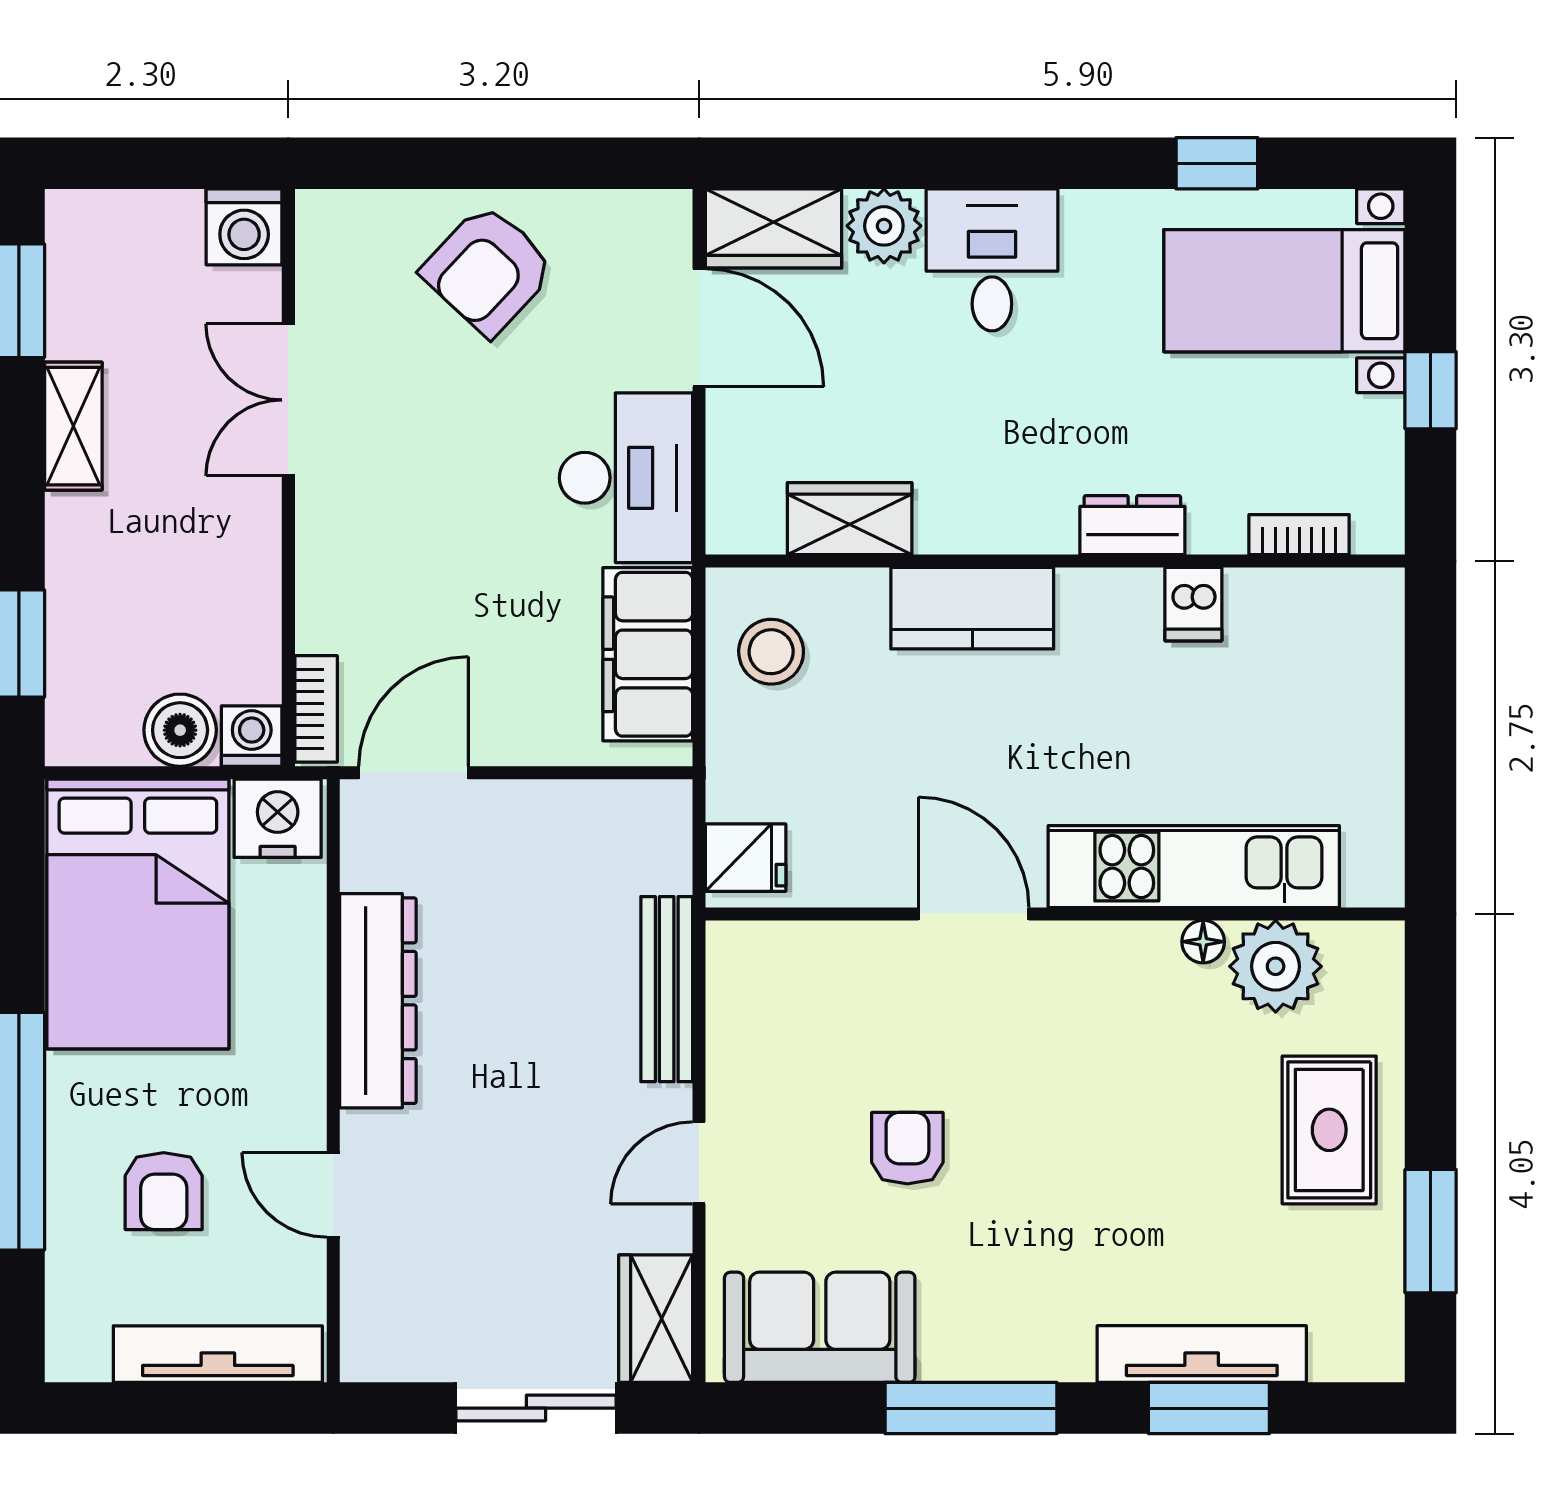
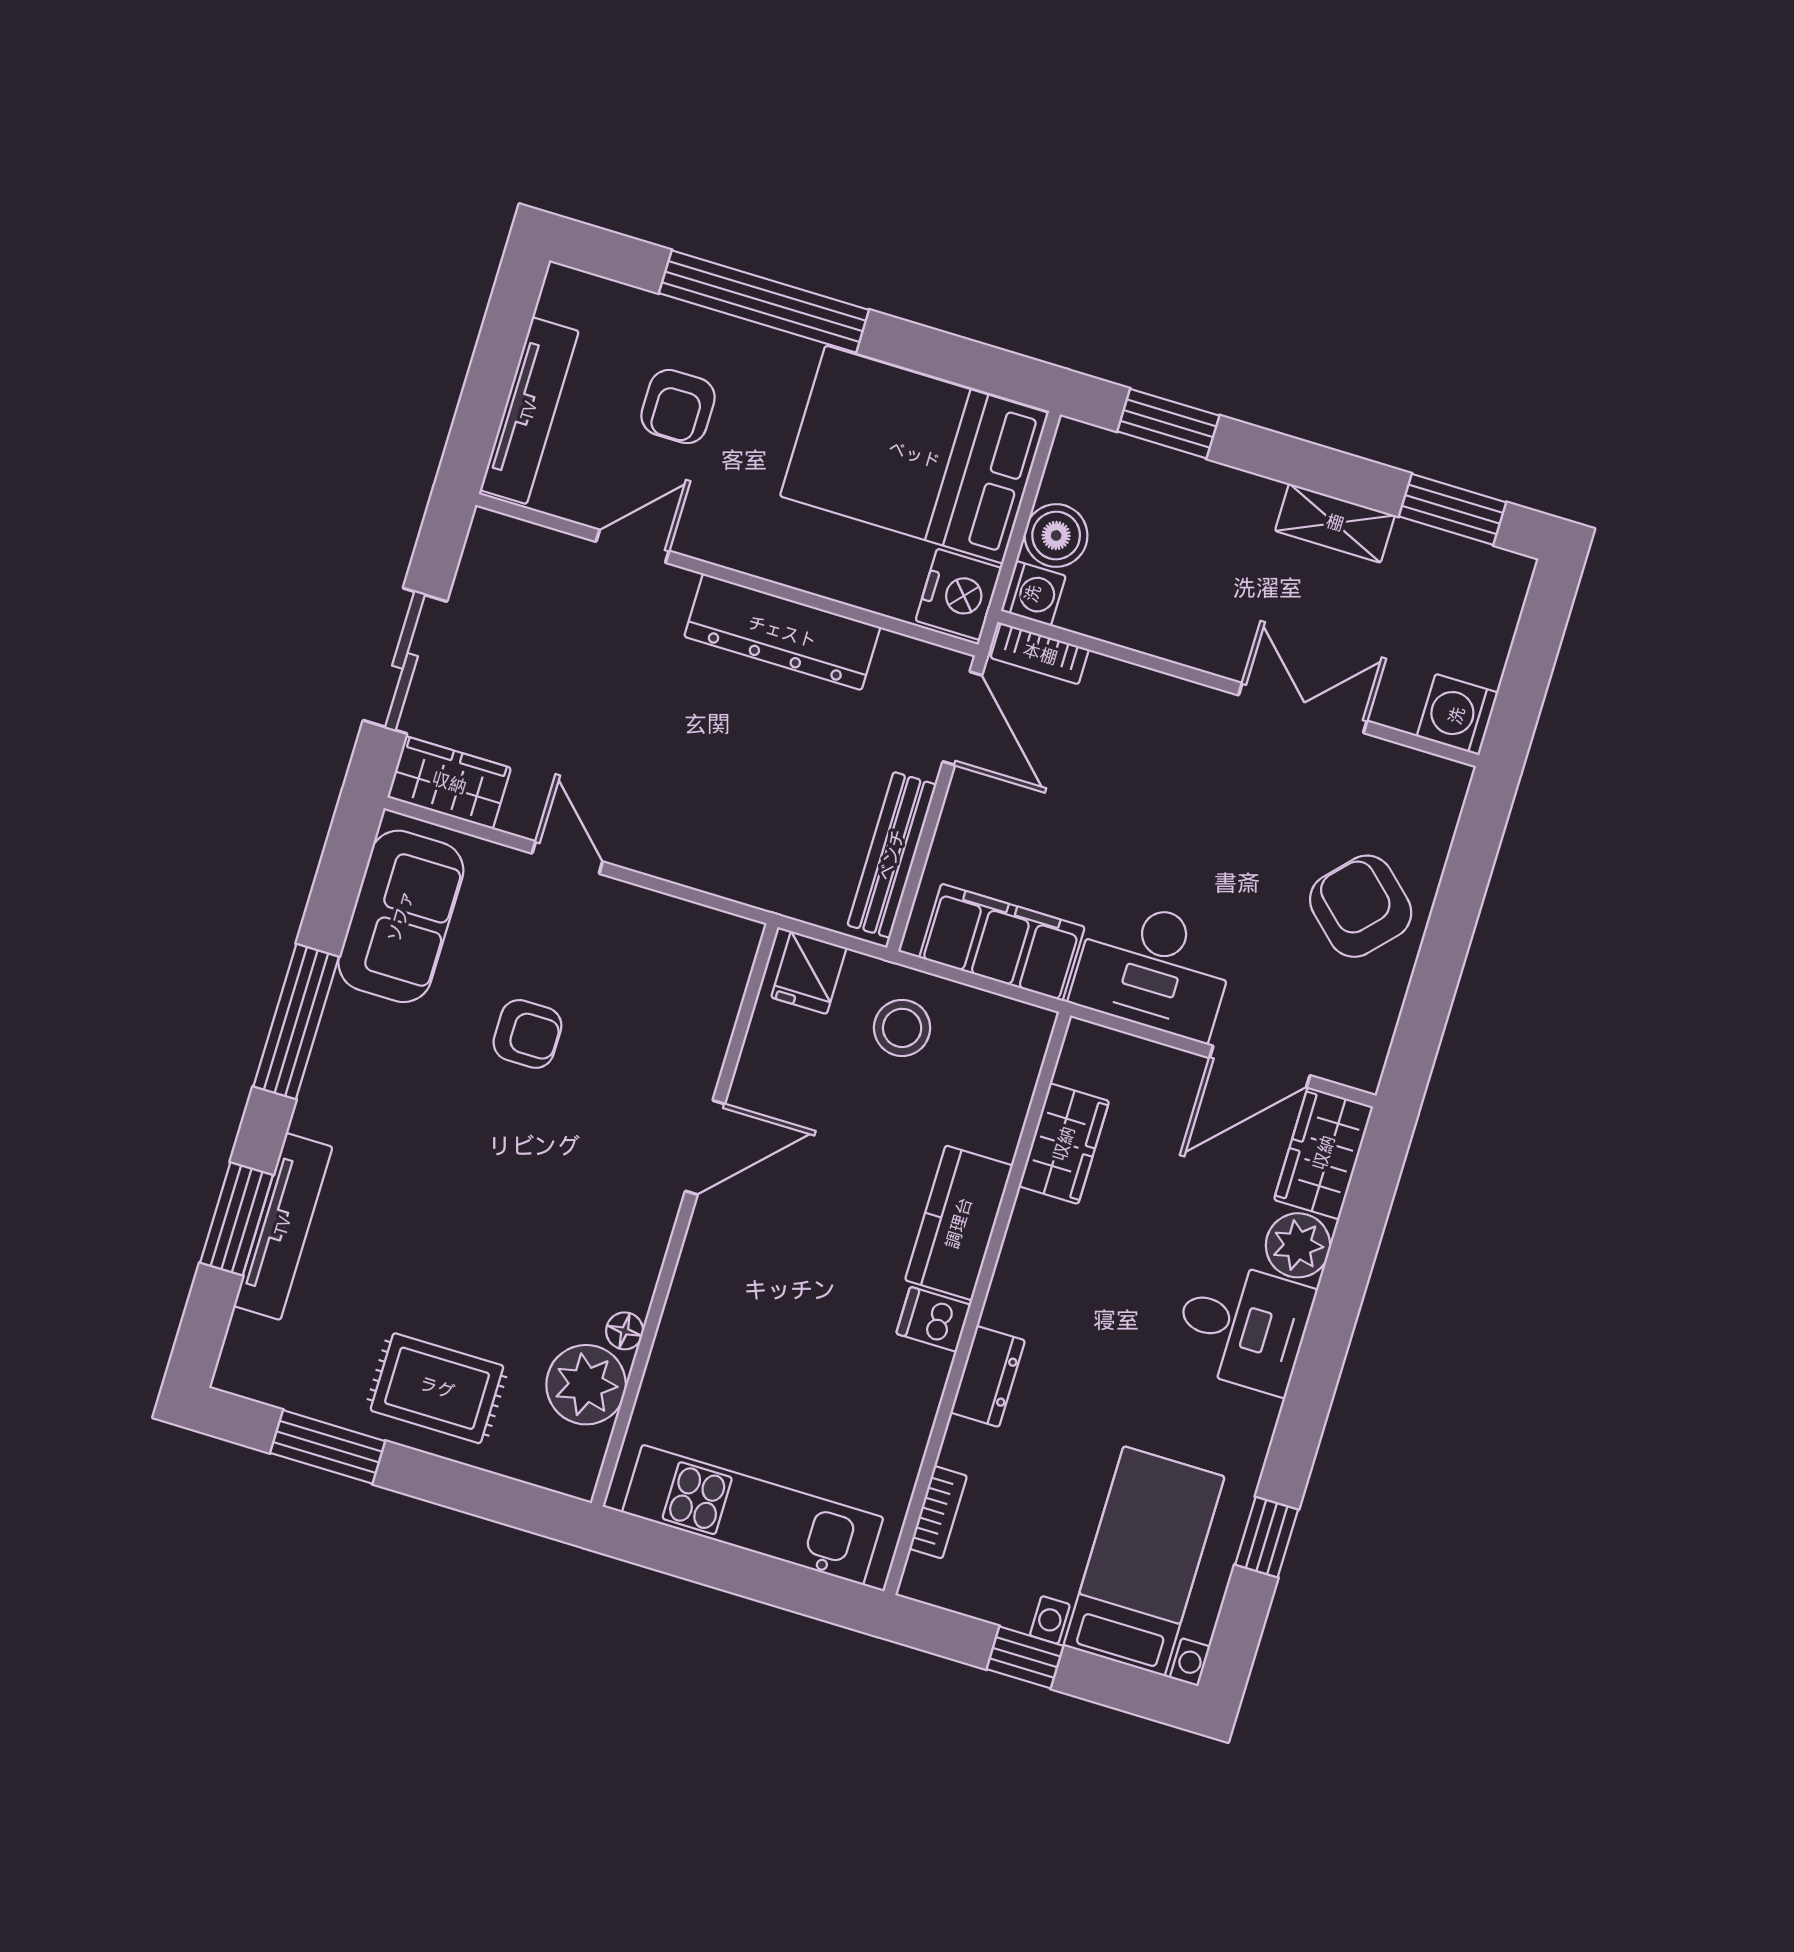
dishwasher: (1193, 604) -> (933, 1319), moved
stool: (771, 652) -> (902, 1028), moved
kitchen unit: (1194, 867) -> (753, 1515), moved, turned -90
bench: (667, 989) -> (892, 855), moved, turned 90
armchair: (164, 1191) -> (678, 407), turned -90

